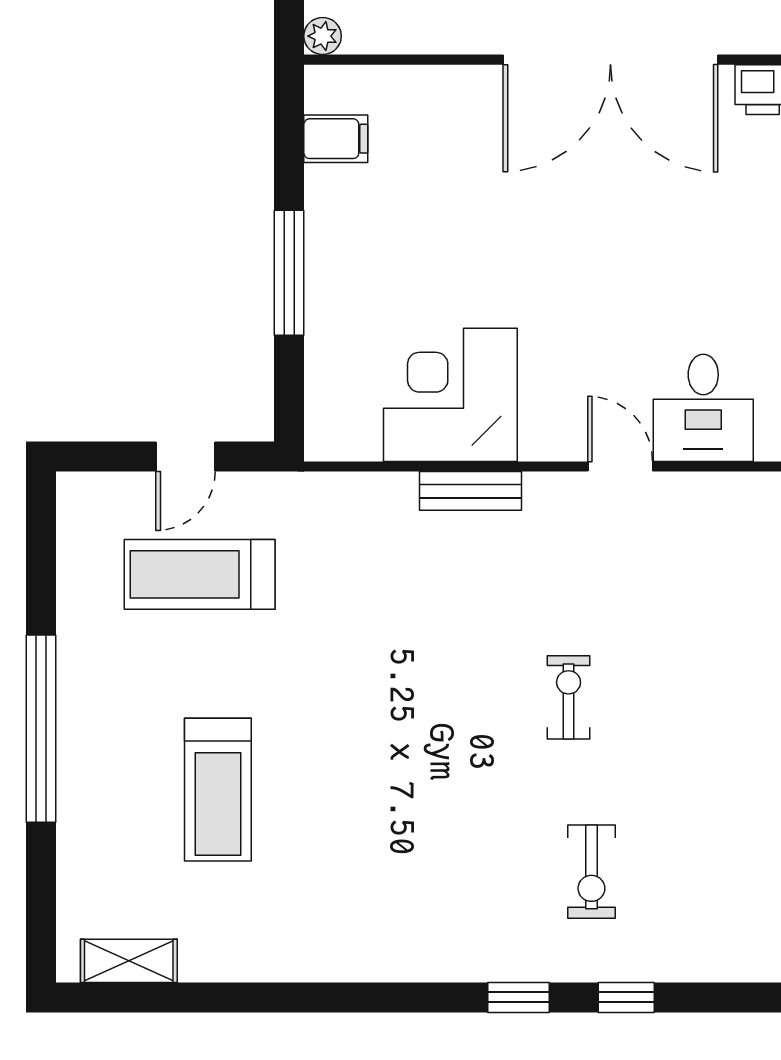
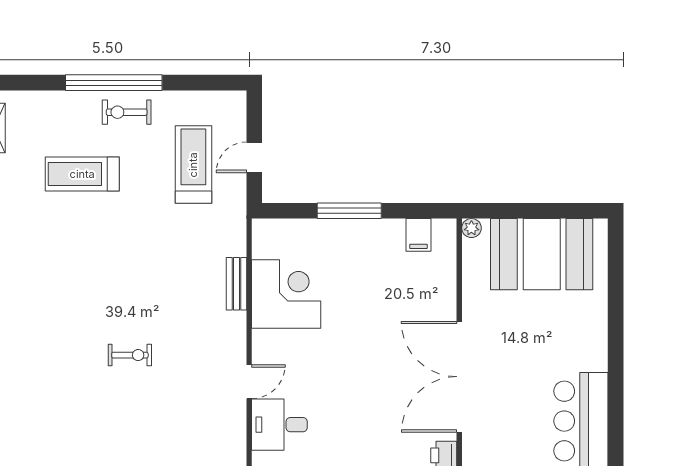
door: (186, 457) -> (254, 157), hinge flipped
bench: (470, 491) -> (237, 284), moved
exercise bike: (591, 872) -> (127, 112), moved

